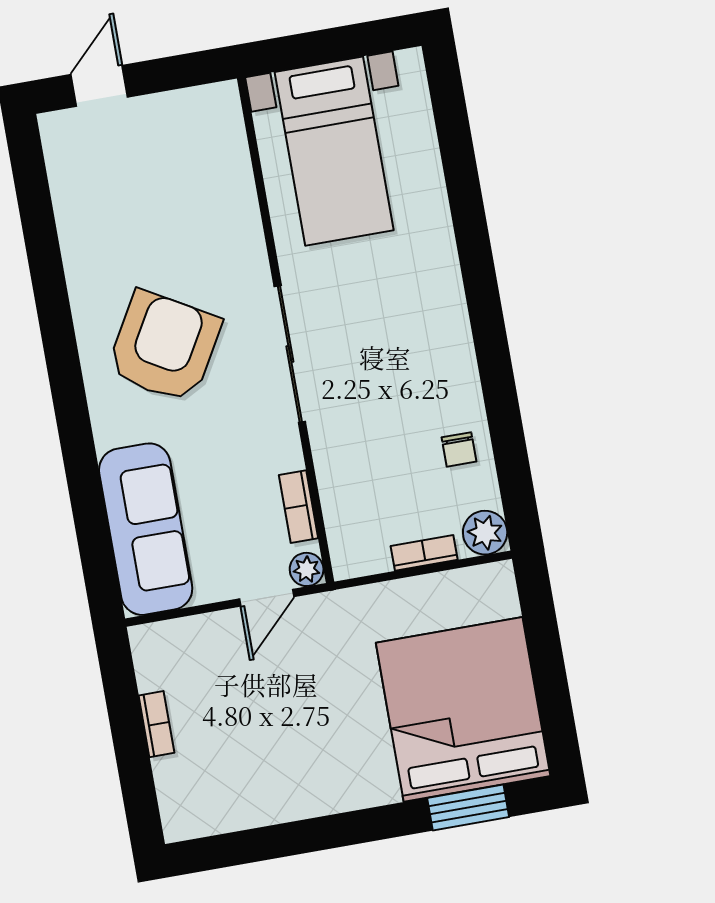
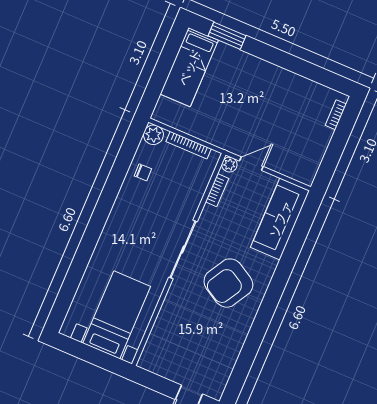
chair: (459, 449) -> (143, 172), turned 89
bookcase: (424, 553) -> (189, 145), width x1.56
bed: (463, 709) -> (189, 67), width x0.49
bookcase: (156, 724) -> (336, 115), moved

